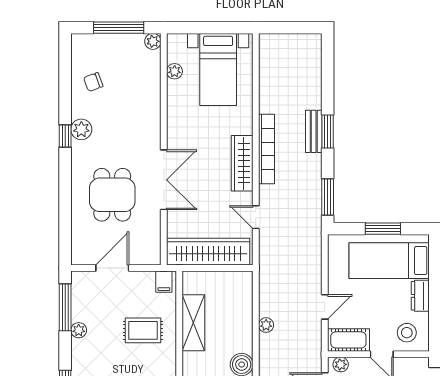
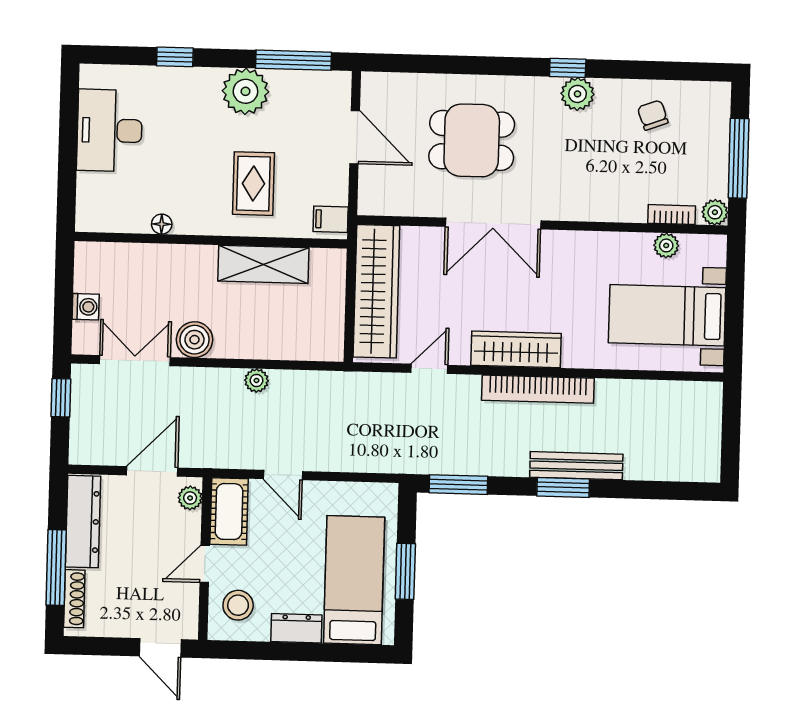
bookcase: (155, 68) -> (672, 215), added
bench: (314, 131) -> (576, 466), width x1.36
plant: (79, 330) -> (245, 91), width x1.88, depth x1.88

